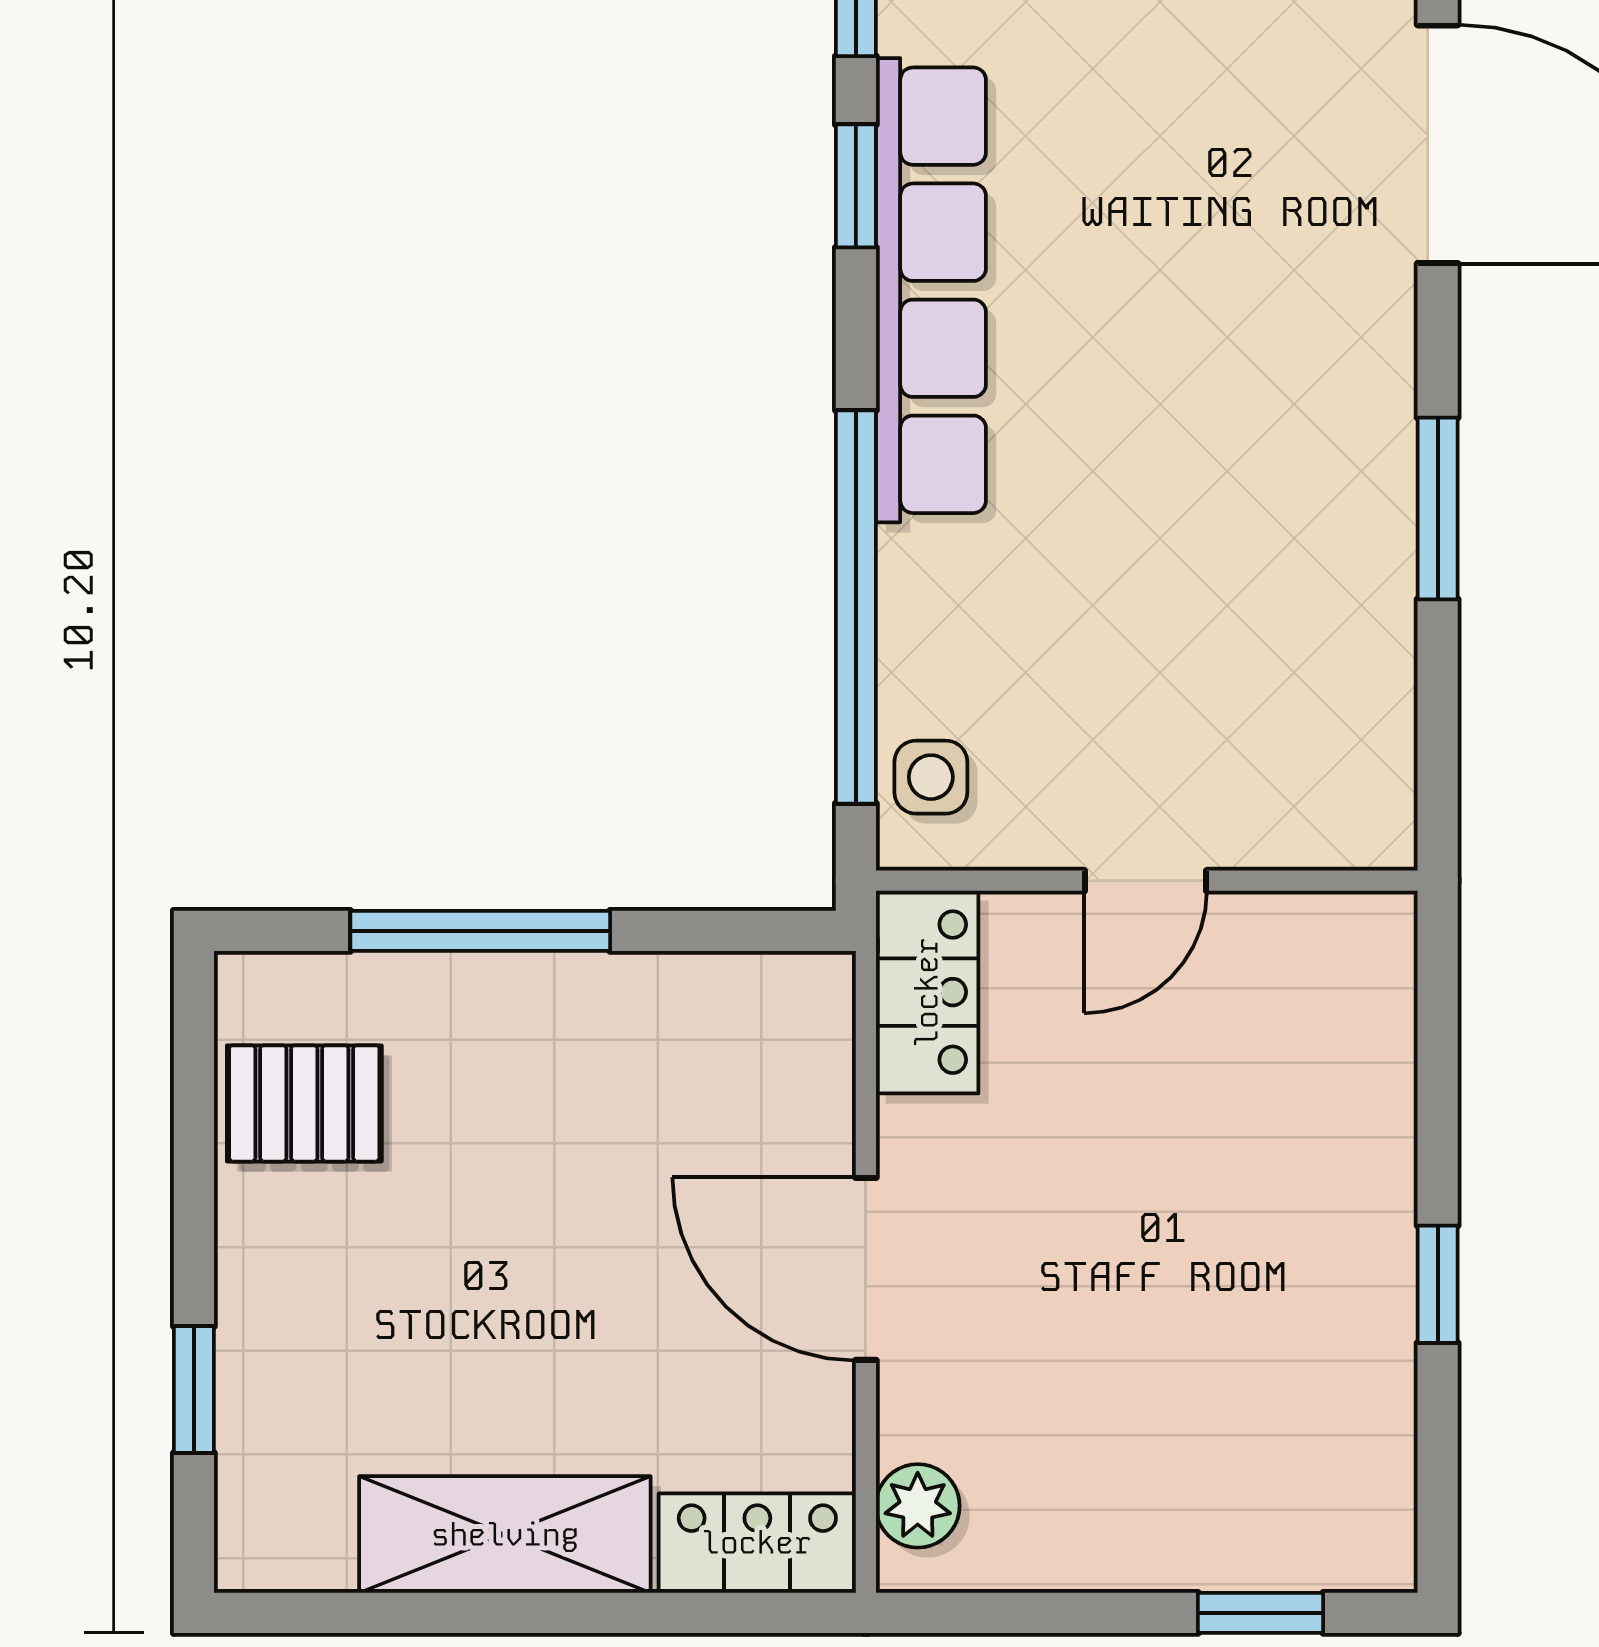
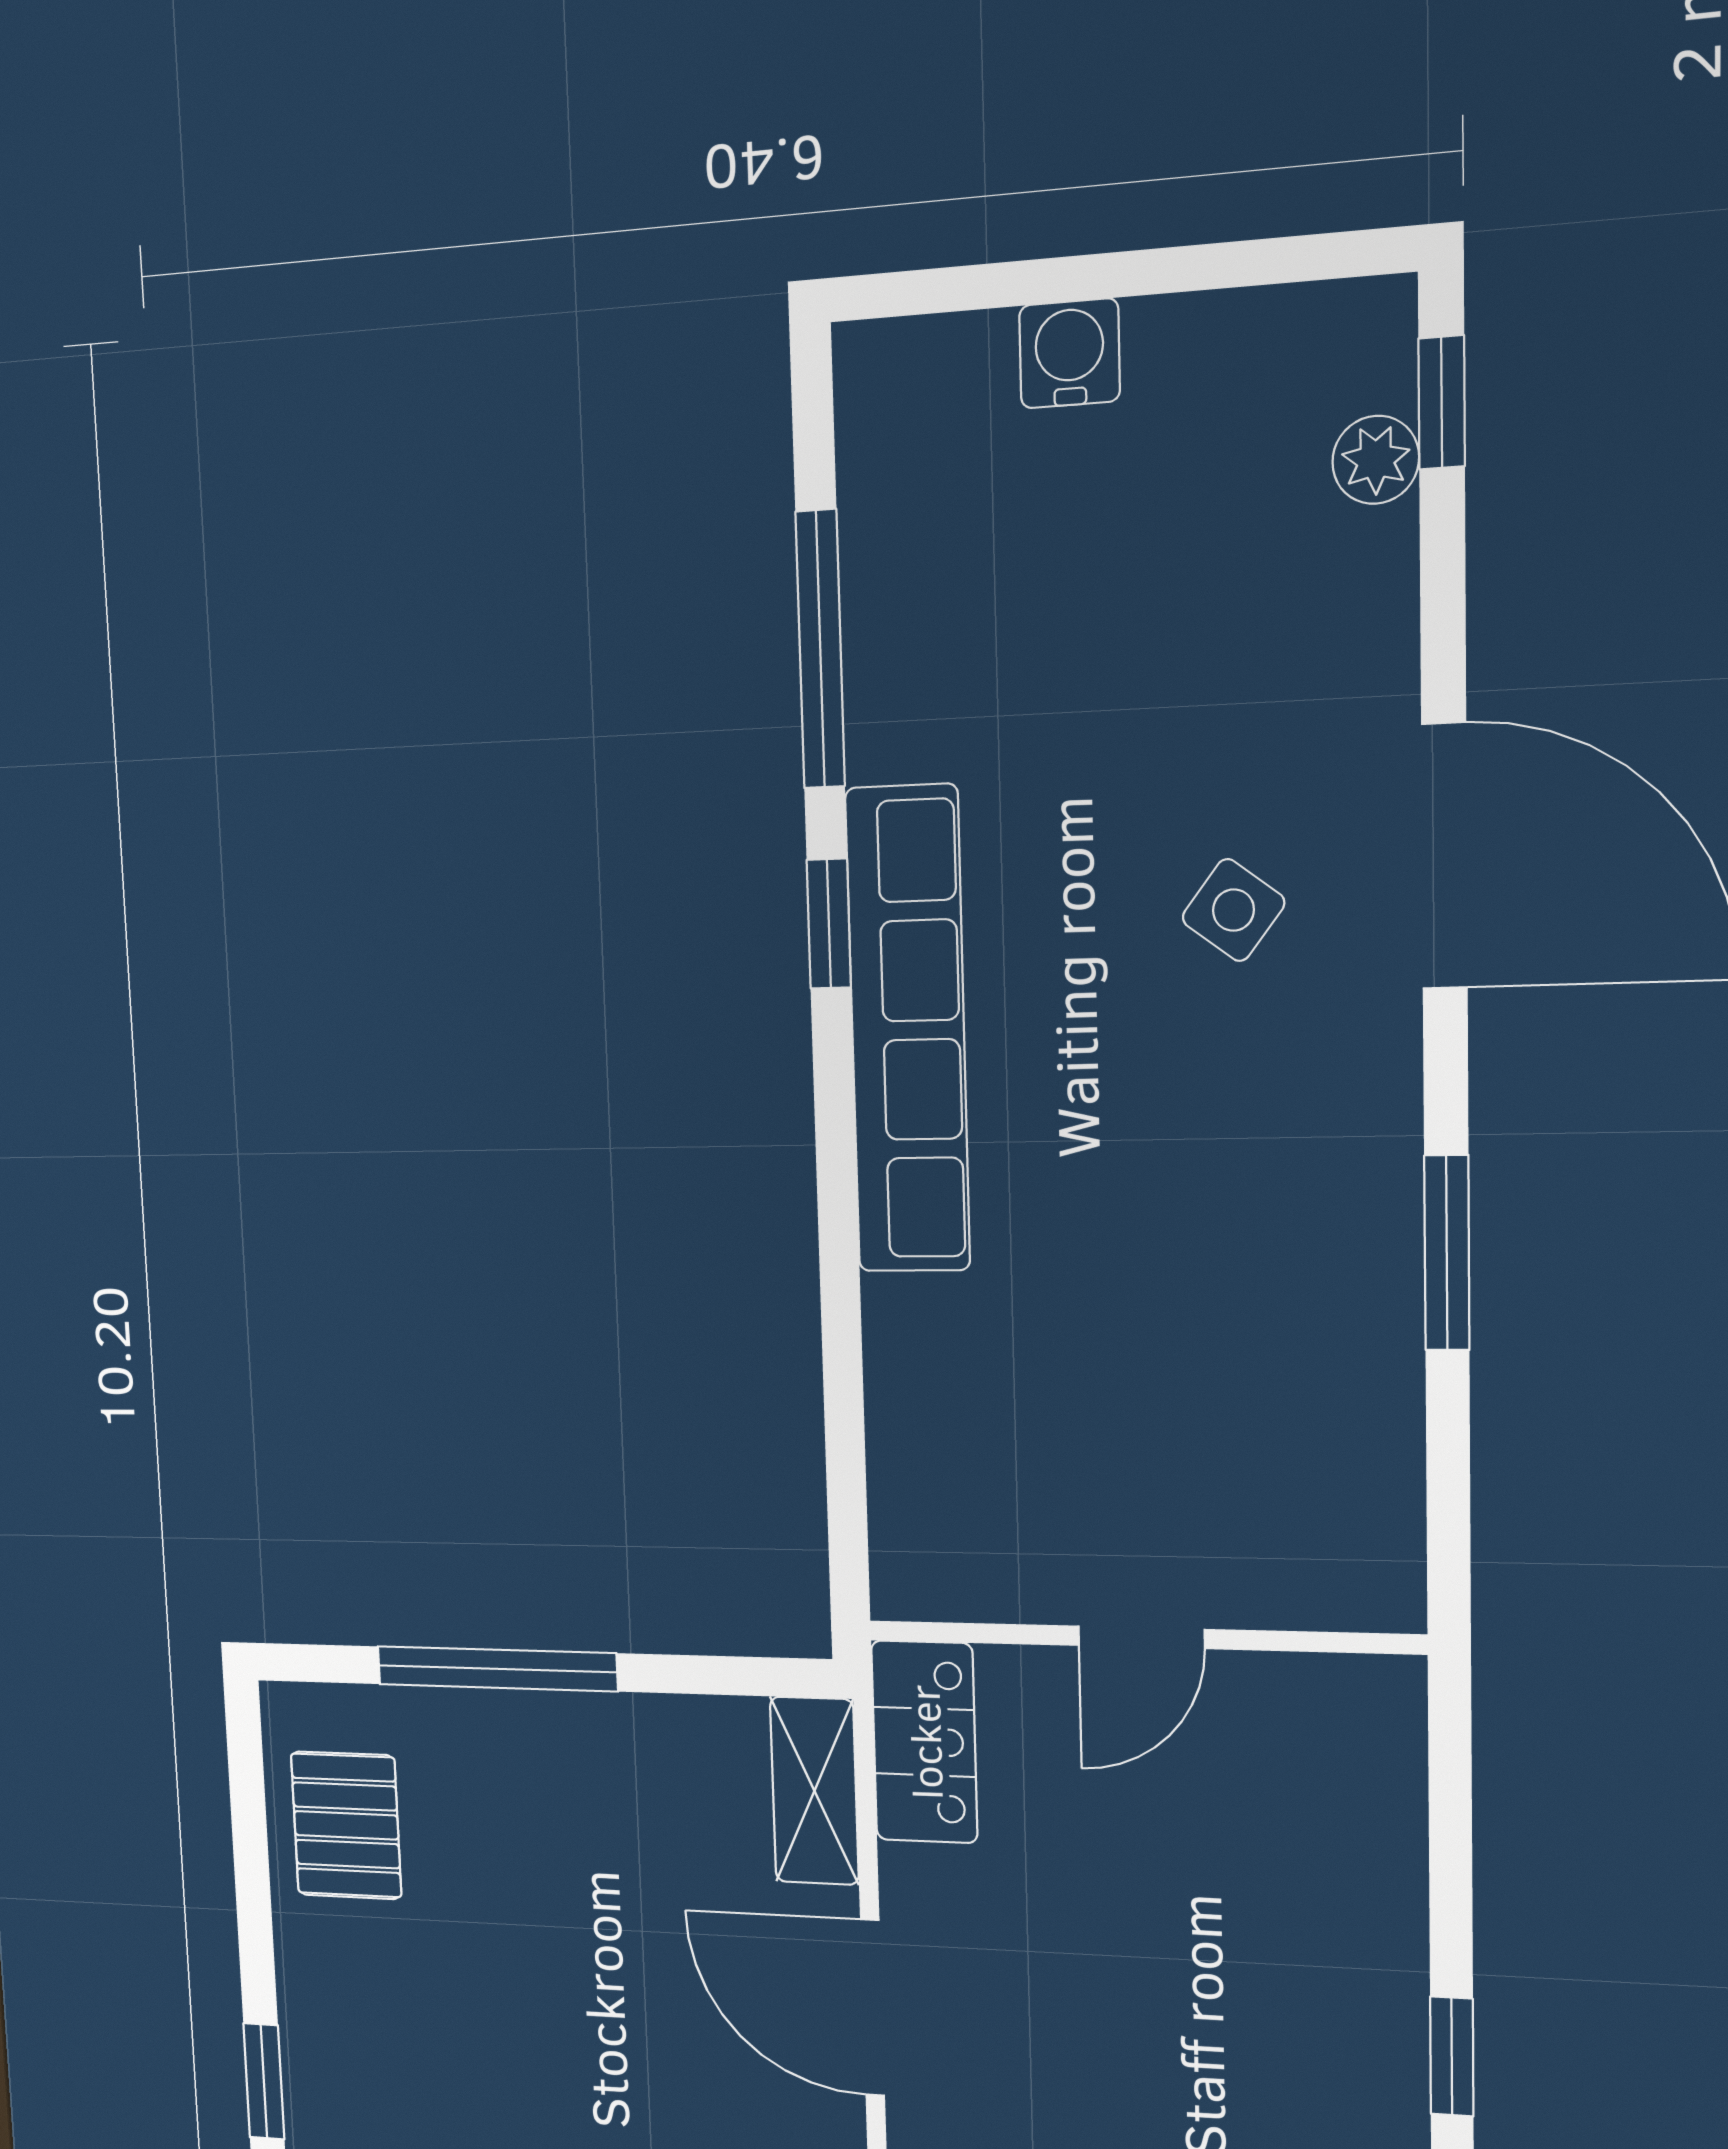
window: (856, 607) -> (842, 1357), removed
side table: (931, 777) -> (1233, 910), moved, turned 37
shelving: (813, 1046) -> (814, 1791), added
pallet: (304, 1103) -> (346, 1825), turned 90

